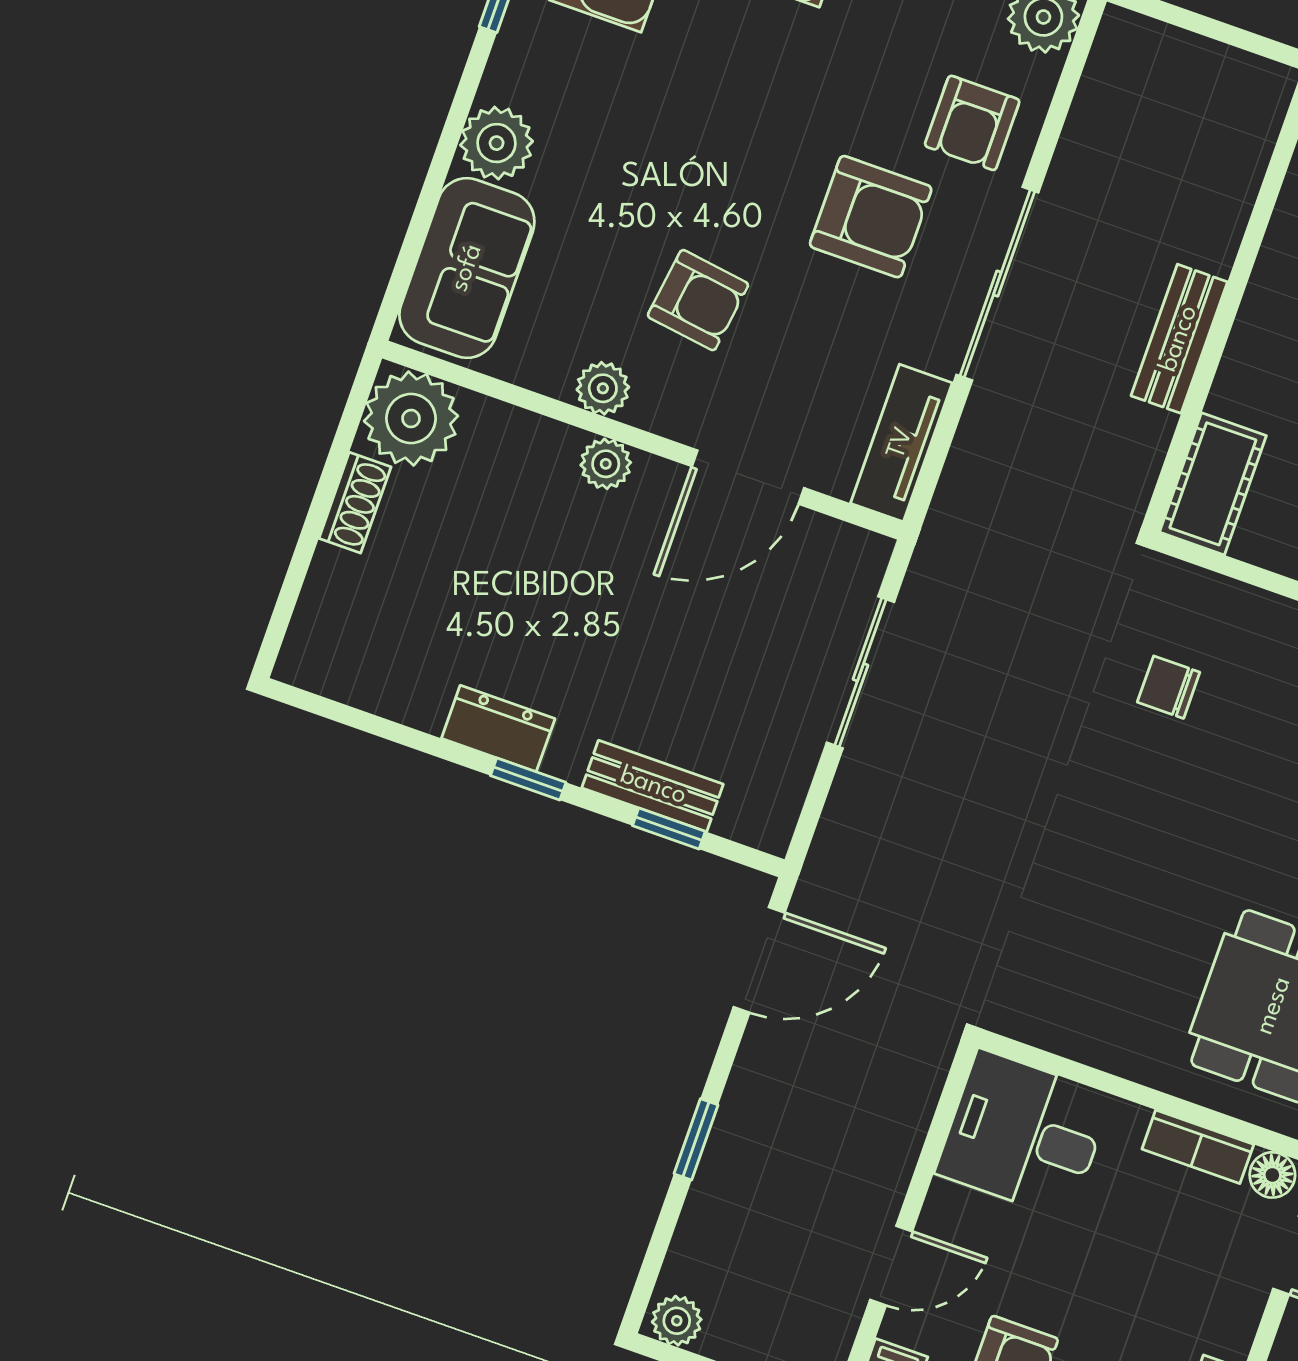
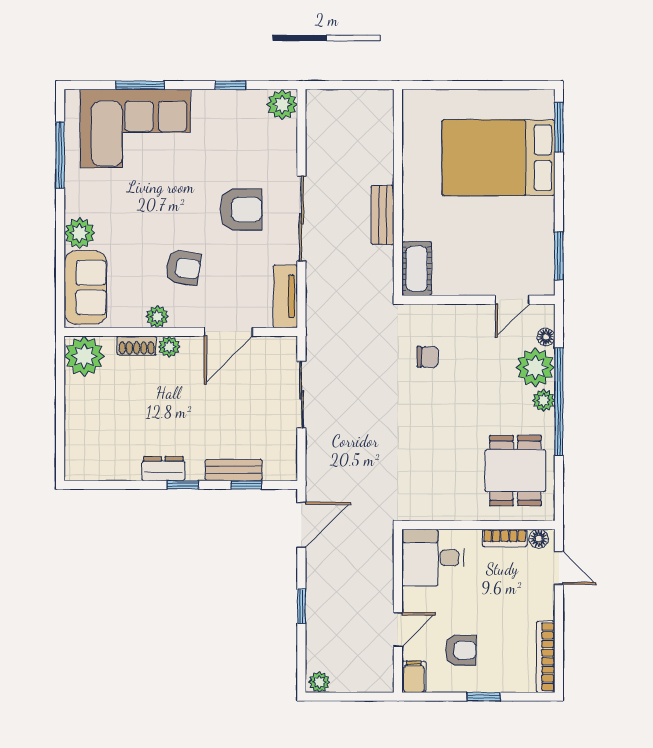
armchair: (972, 123) -> (268, 157), removed
shoe rack: (355, 503) -> (137, 345), moved, turned 90
chair: (1169, 687) -> (428, 357), turned 180

